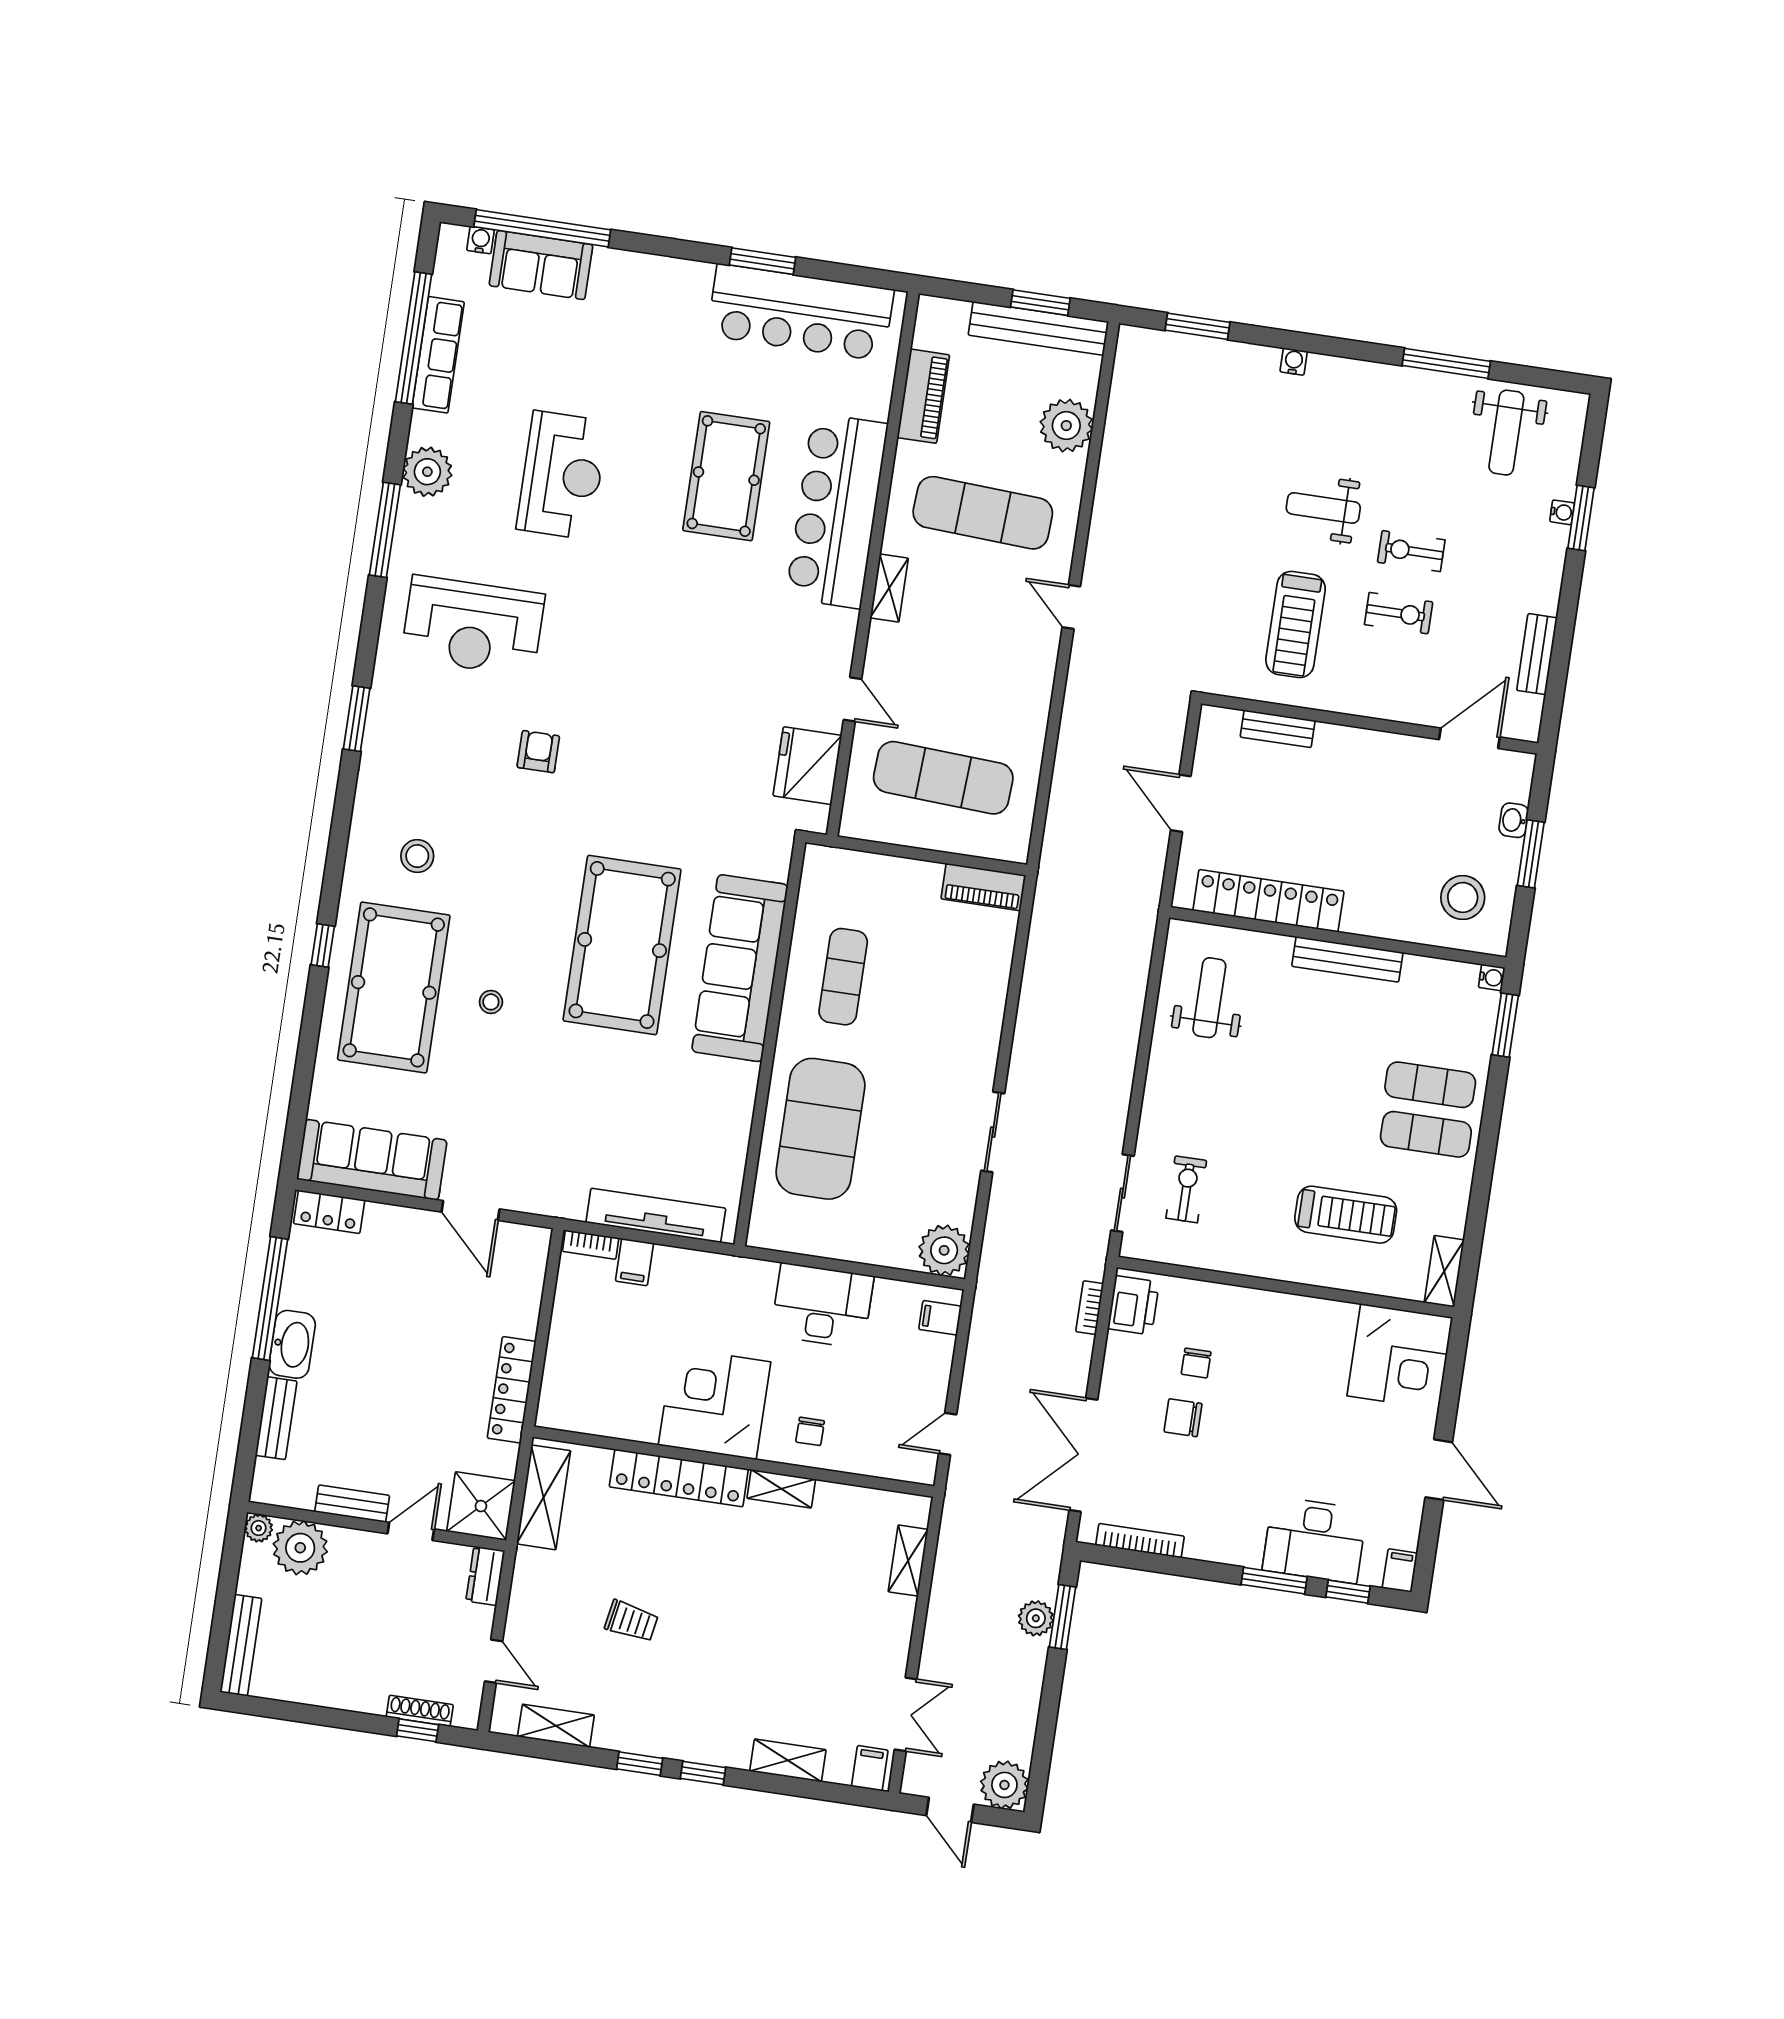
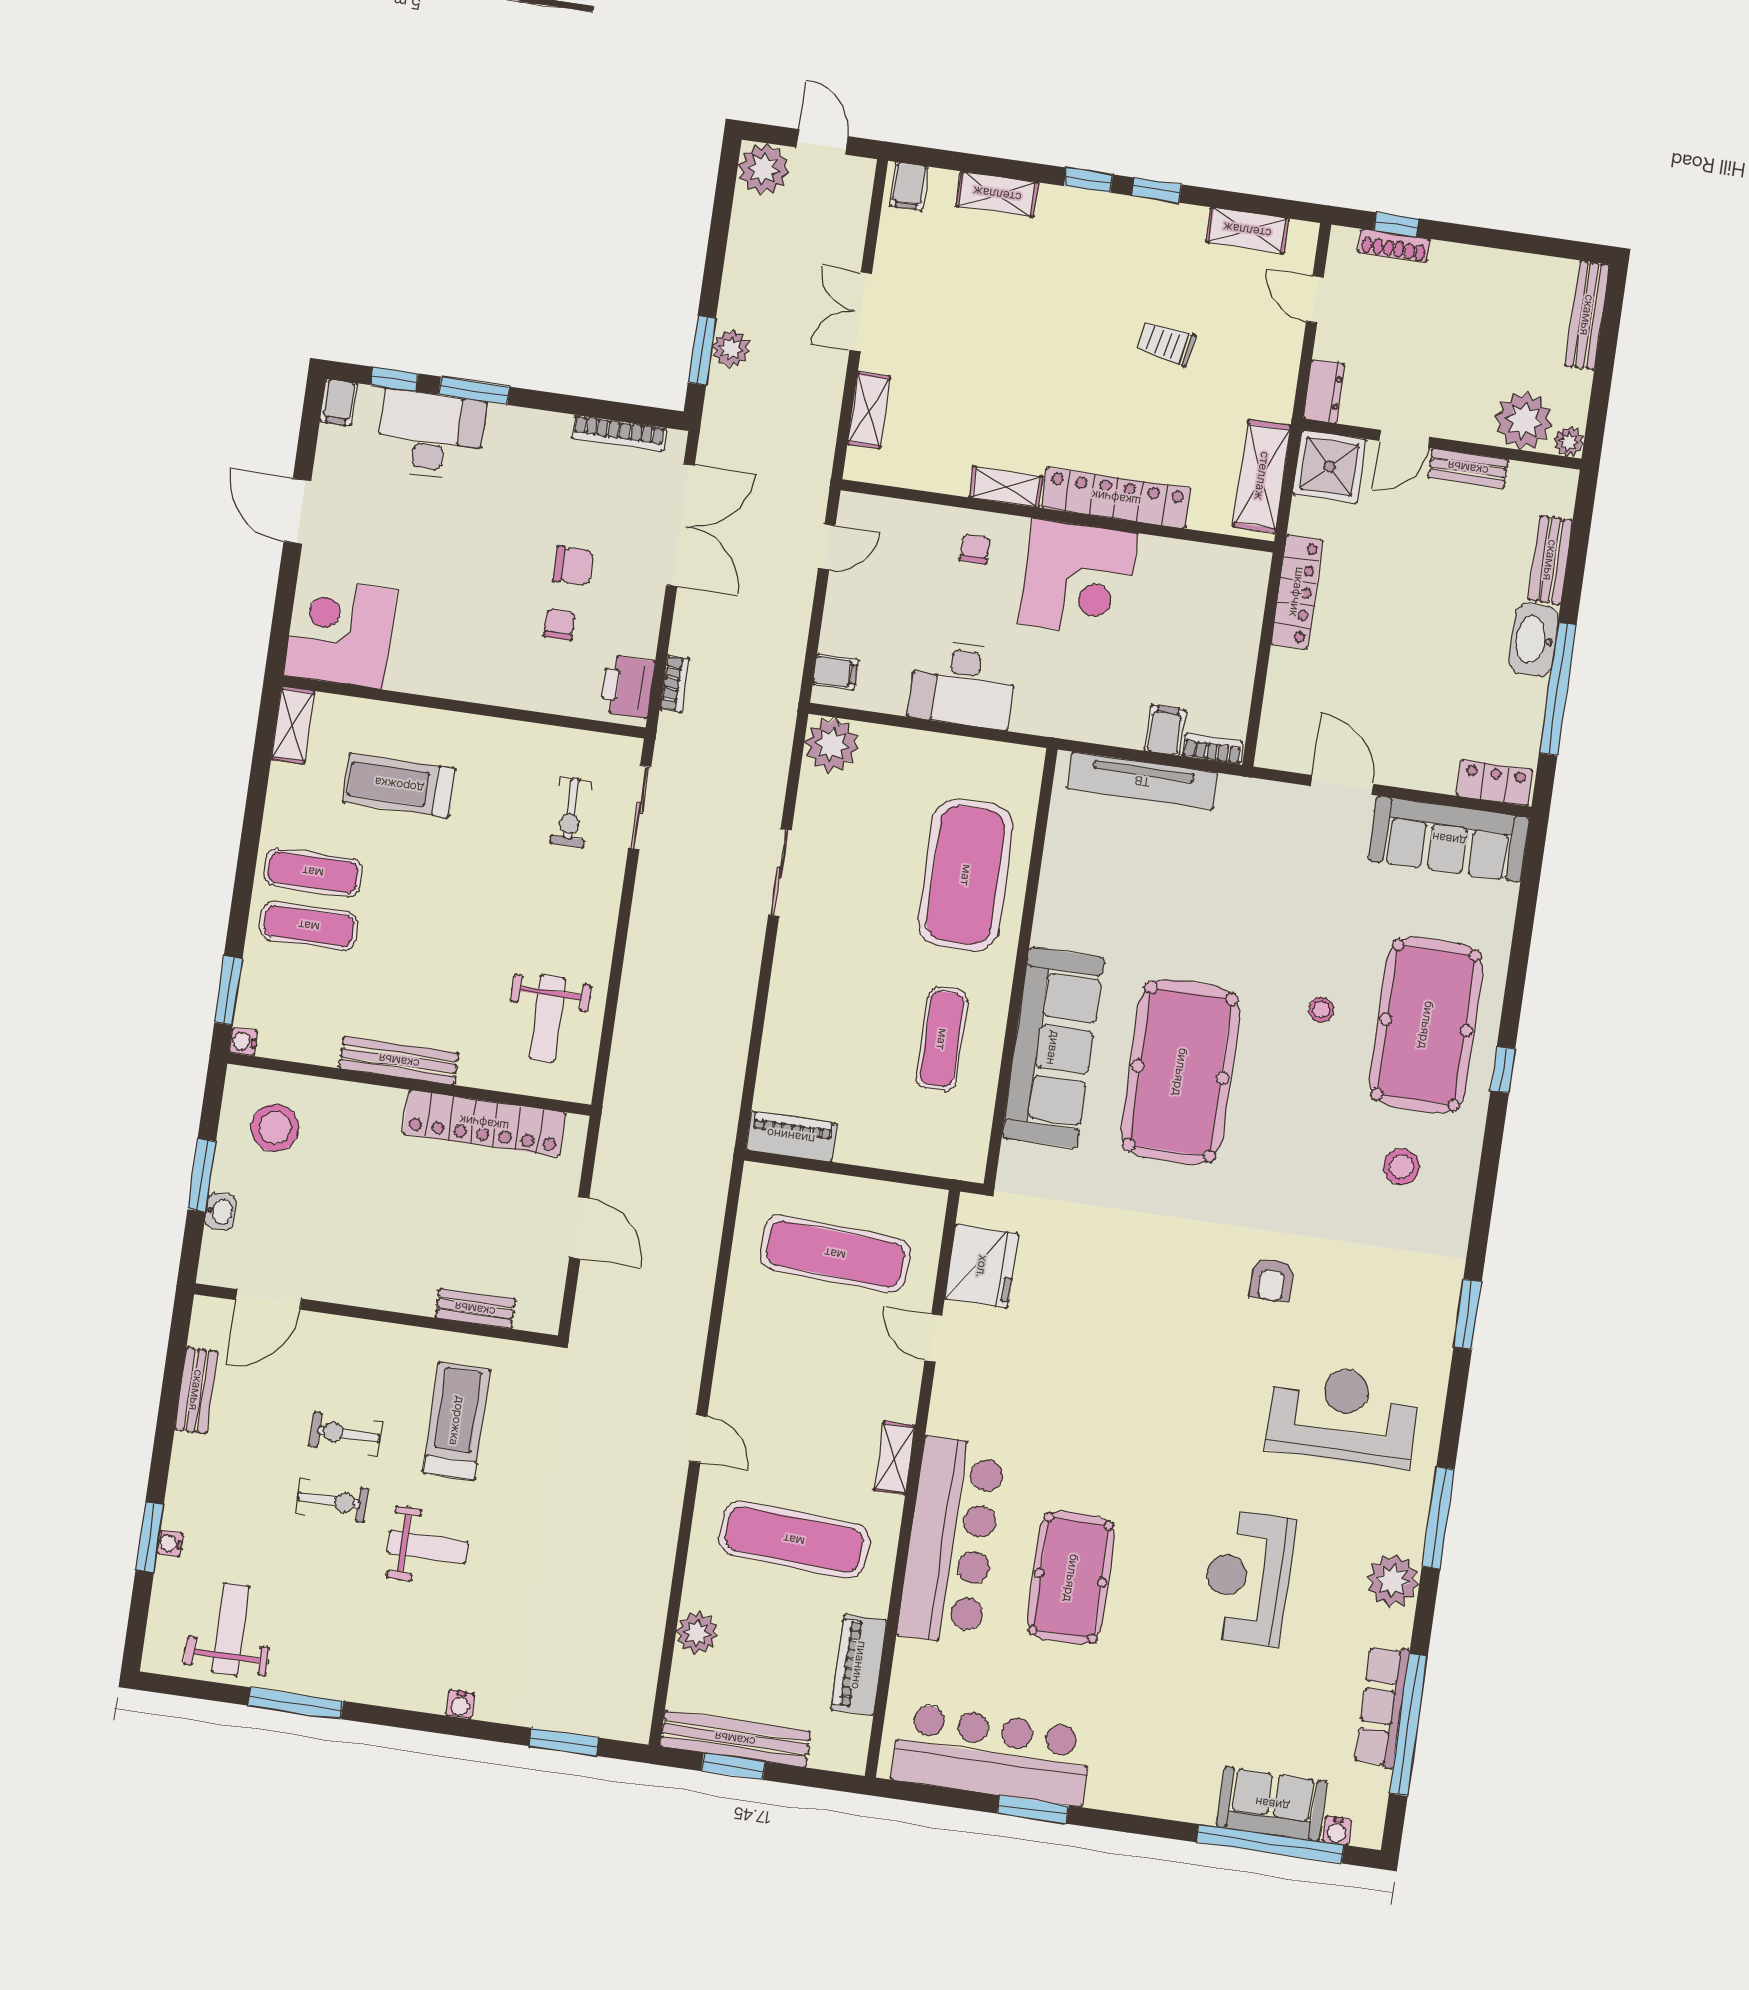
plant: (1066, 426) -> (697, 1633), width x0.73, depth x0.73
double door: (906, 1714) -> (861, 312), moved

